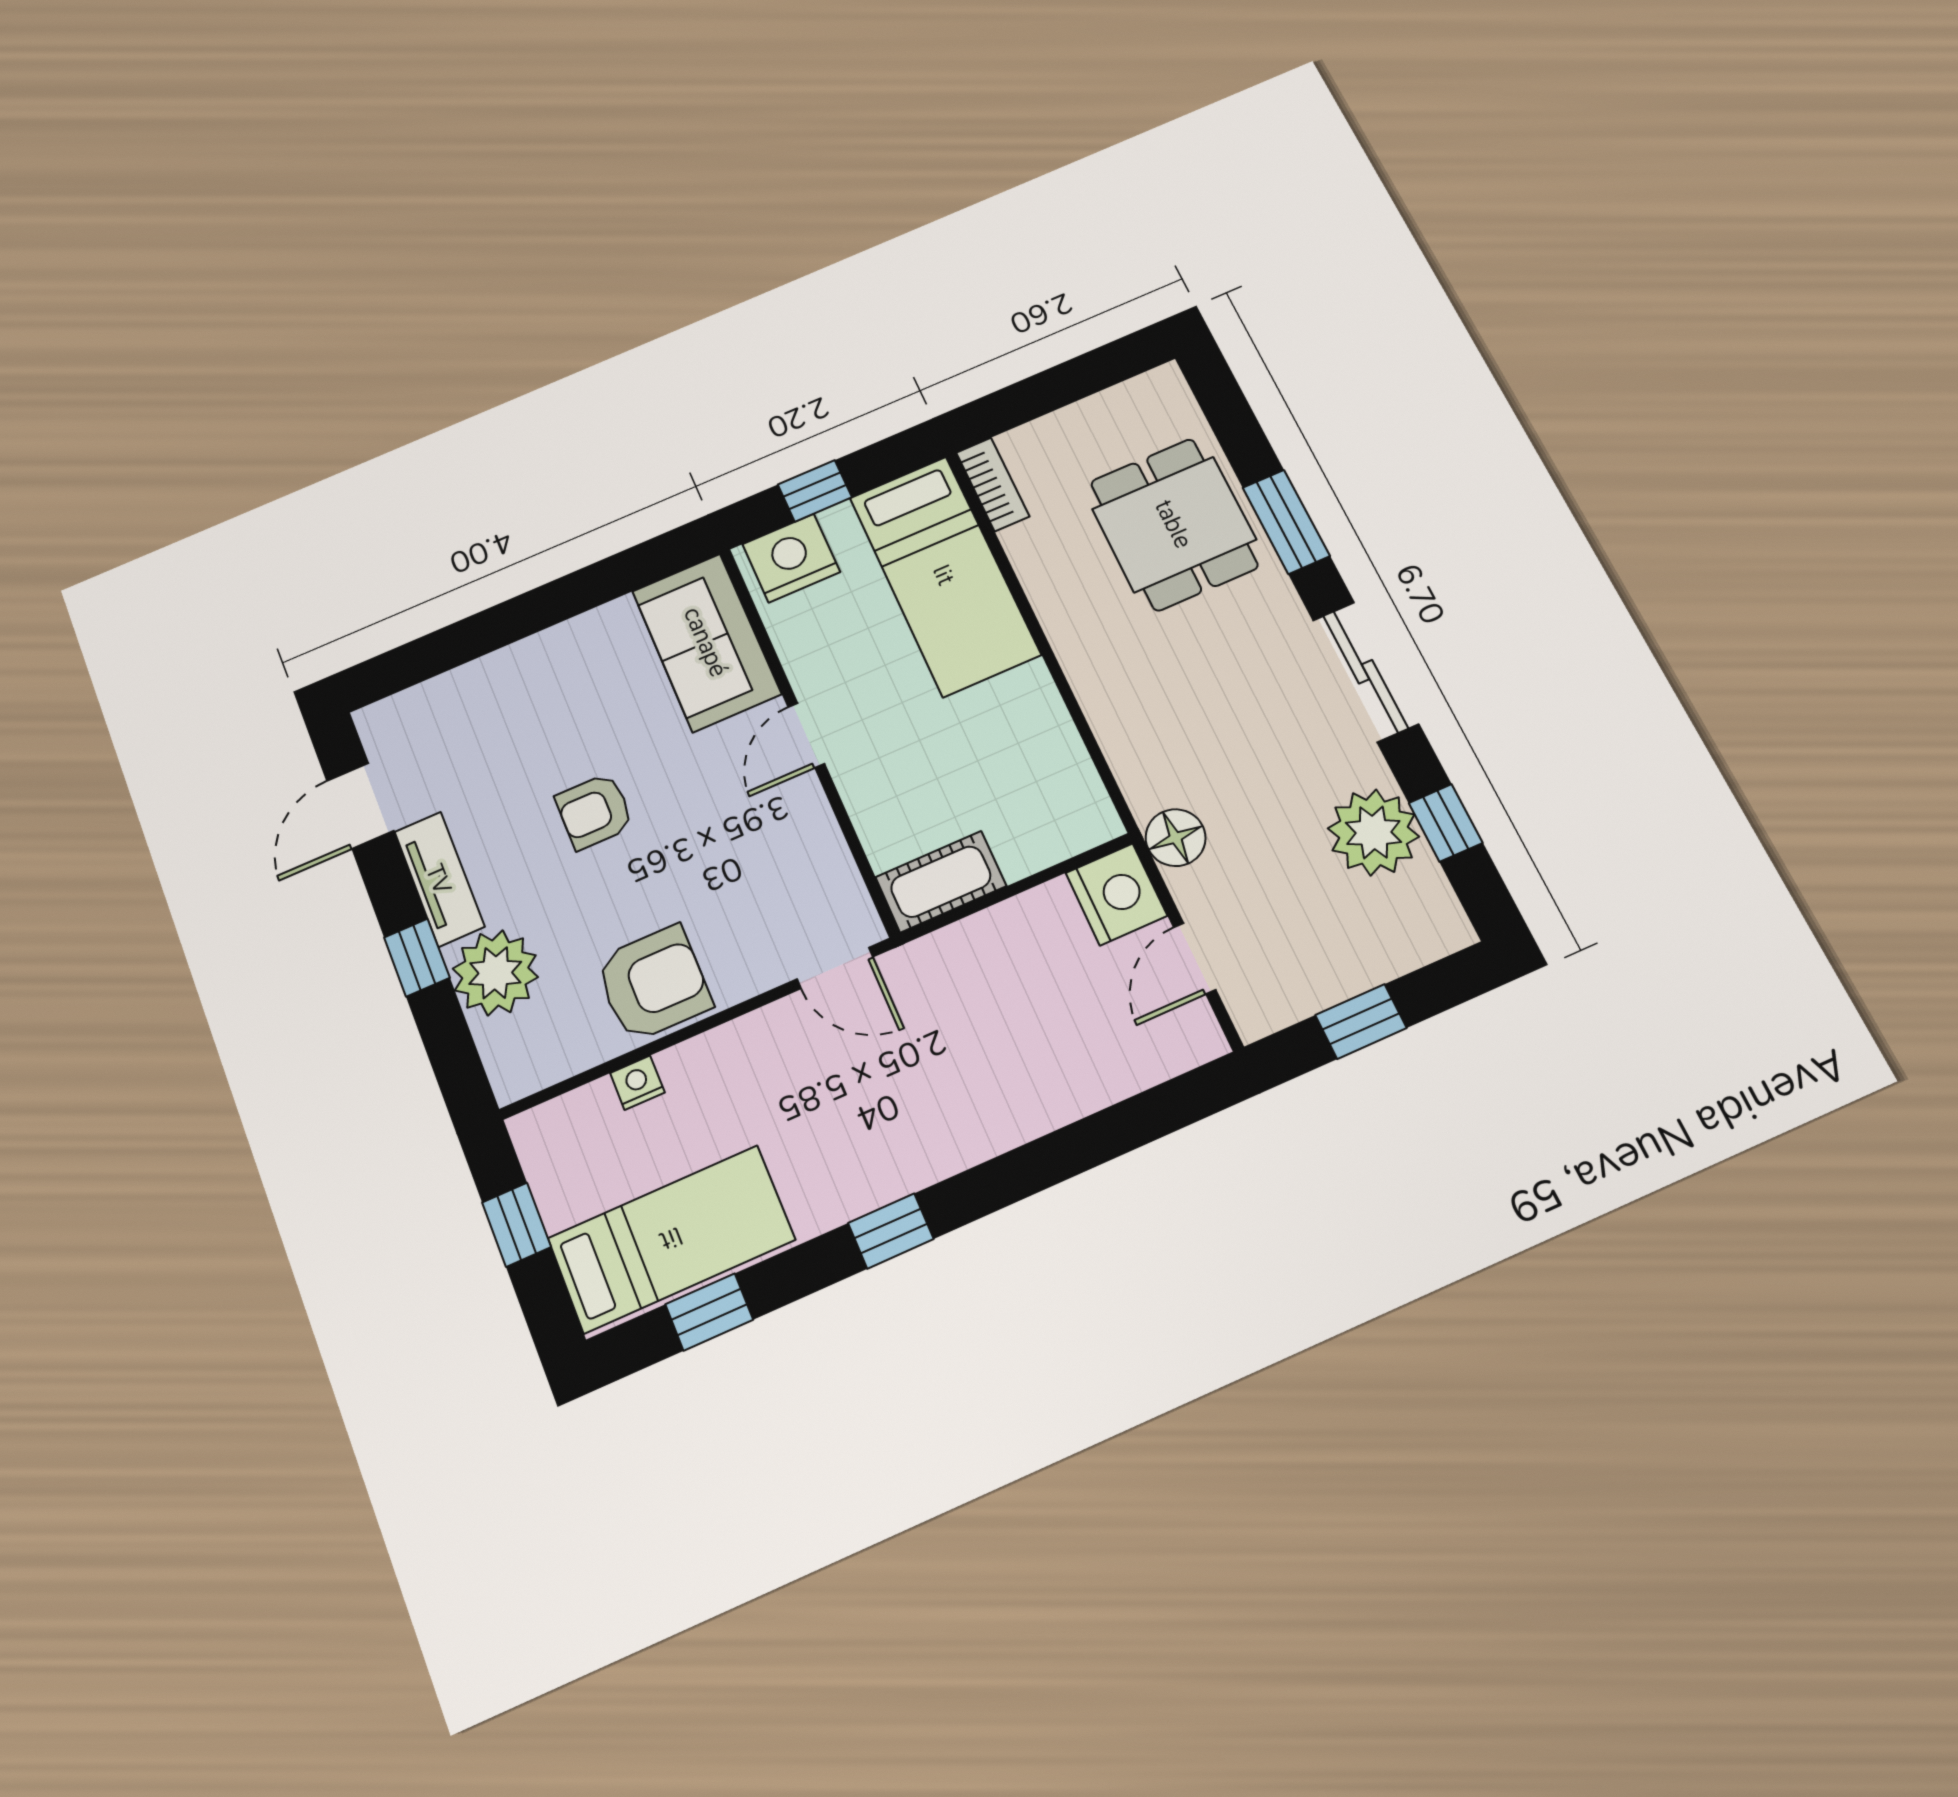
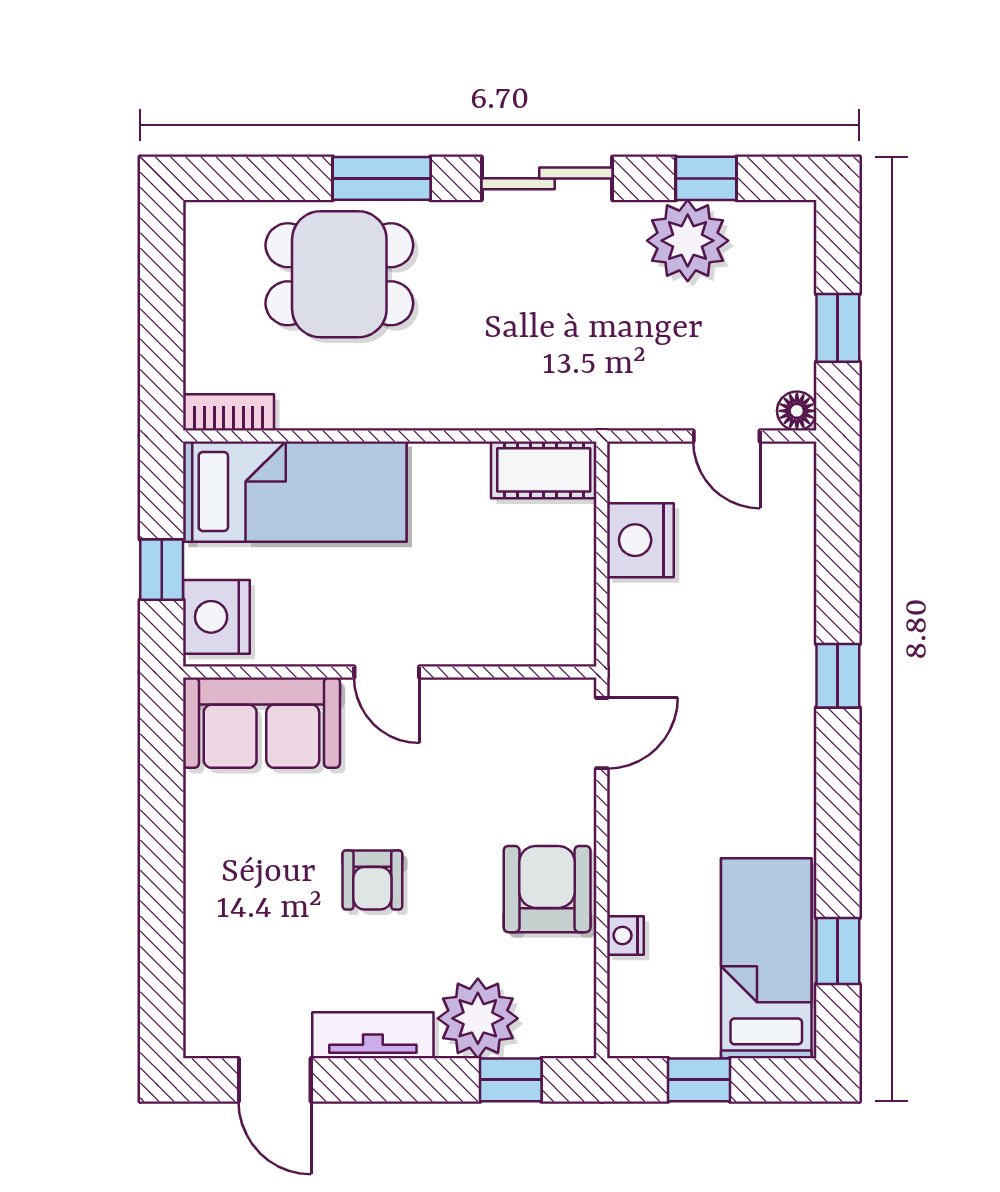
floor lamp: (1176, 838) -> (797, 411), moved, width x0.73, depth x0.73
cot: (941, 882) -> (544, 470), moved, turned 90
nightstand: (1116, 894) -> (640, 540), moved, turned -90
window: (417, 958) -> (511, 1080), moved
window: (891, 1231) -> (838, 676), moved

